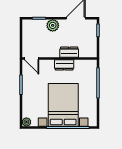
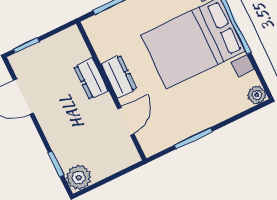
plant: (53, 25) -> (79, 177), moved
door: (32, 58) -> (126, 121), moved

